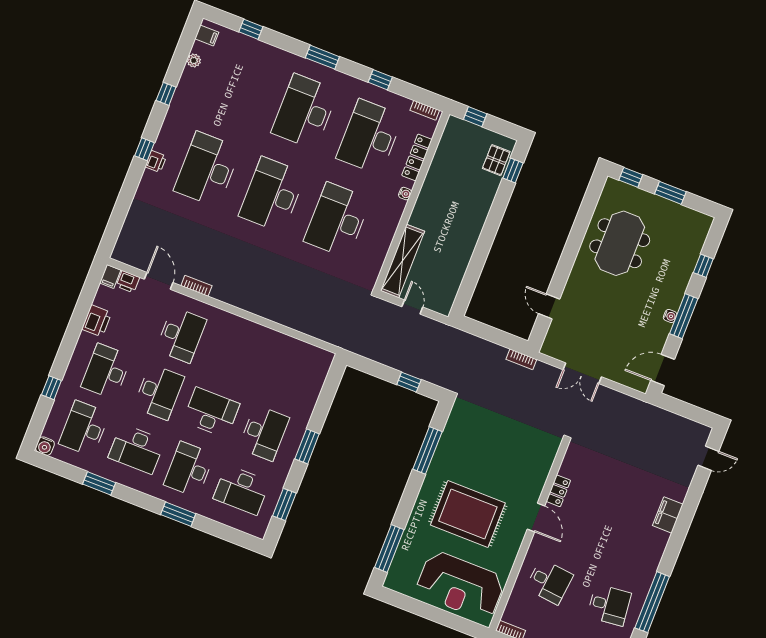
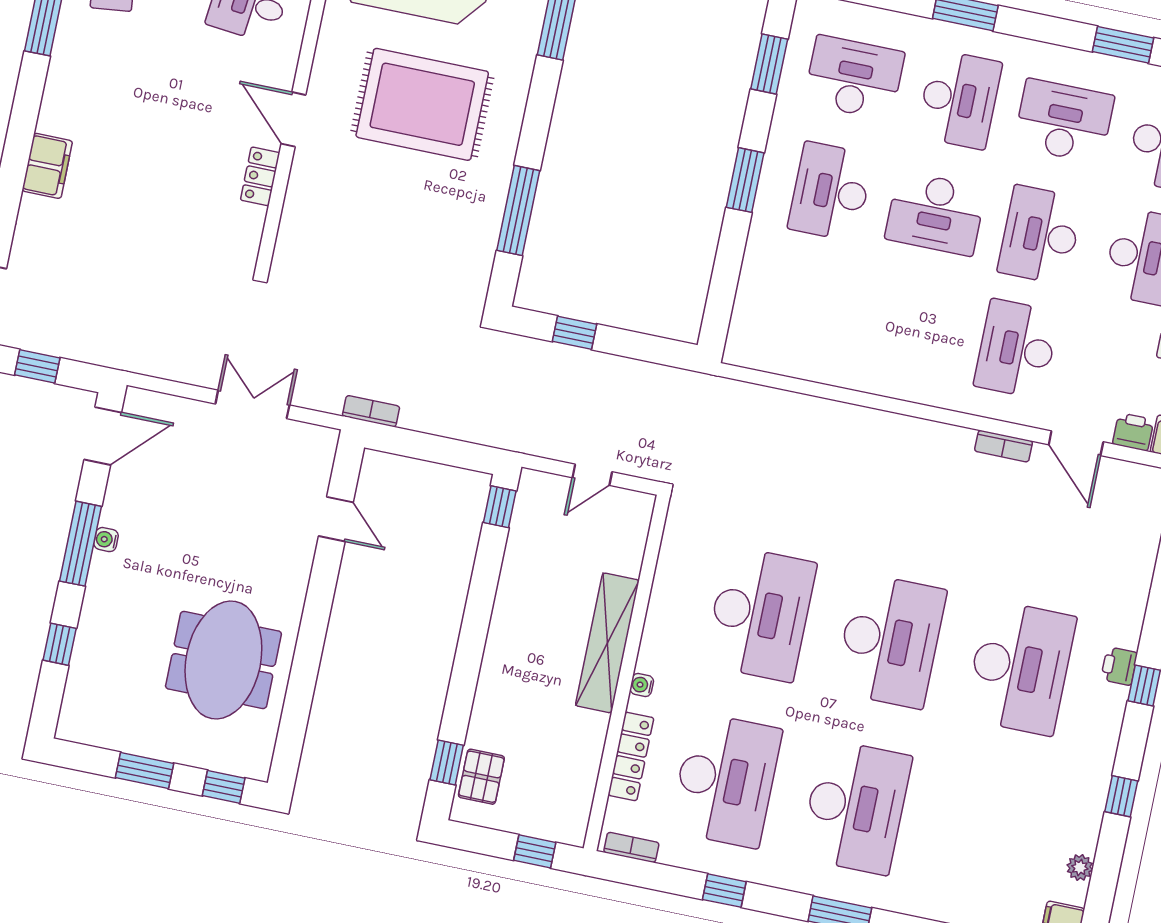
shelving: (403, 261) -> (607, 643), moved
window: (463, 298) -> (500, 507), added
door: (412, 307) -> (592, 475), hinge flipped
window: (691, 412) -> (37, 366), added

